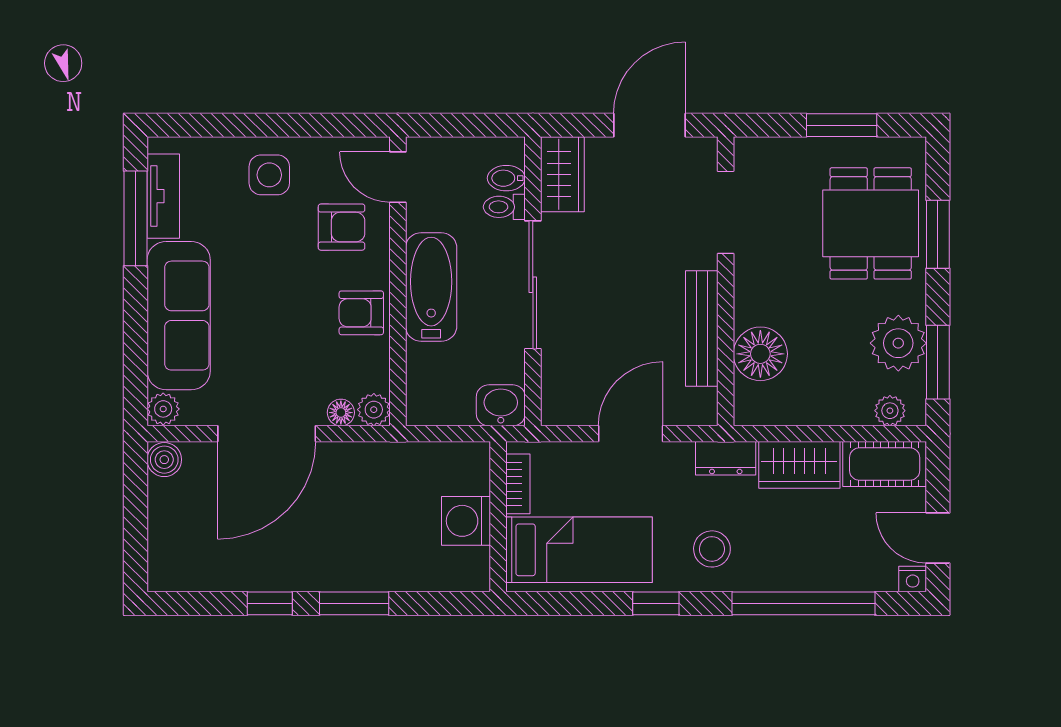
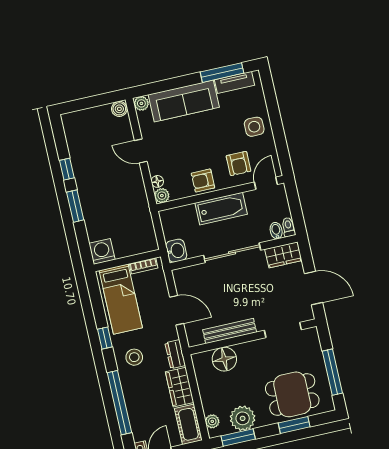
window: (842, 125) -> (332, 372), width x1.44
toilet: (504, 207) -> (288, 227), moved
armchair: (361, 313) -> (203, 181), turned -90
door: (267, 434) -> (141, 151), width x0.53
washing machine: (466, 521) -> (102, 251), moved

